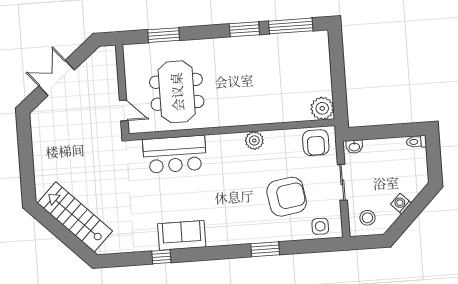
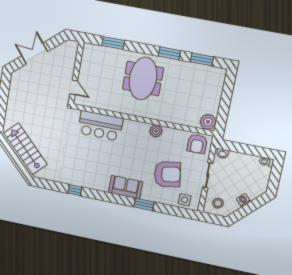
window: (291, 26) -> (202, 59), width x0.69
meeting table: (177, 92) -> (143, 79), moved
sofa: (182, 235) -> (125, 187), moved

